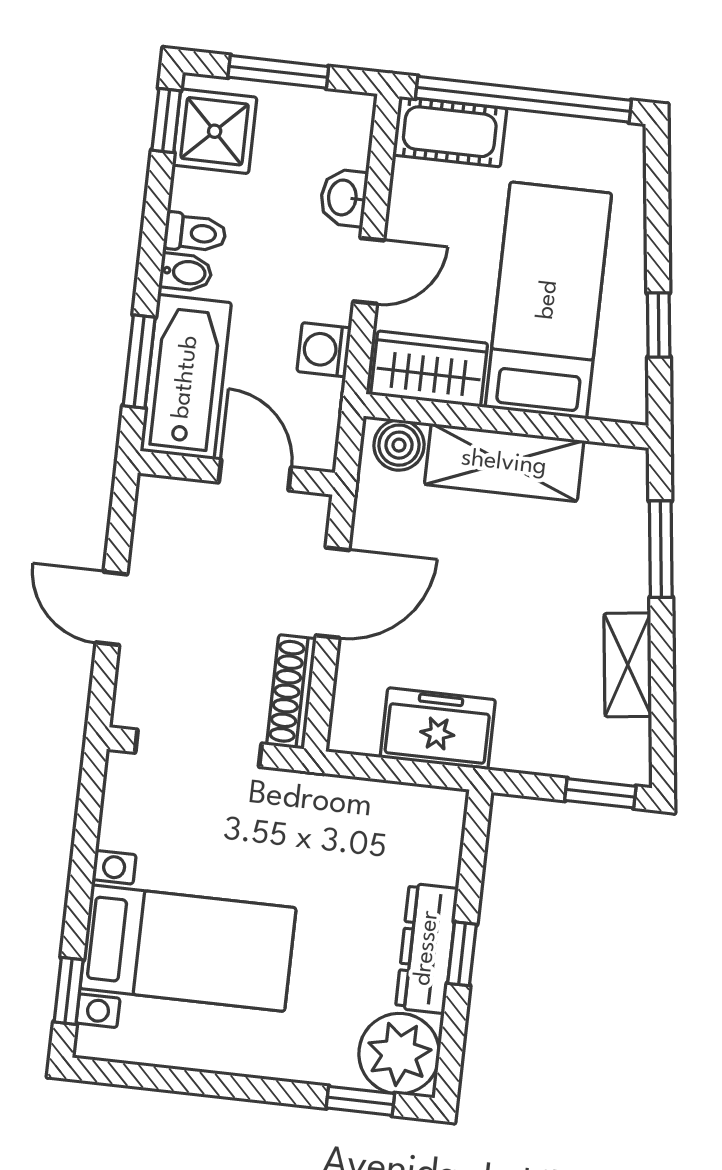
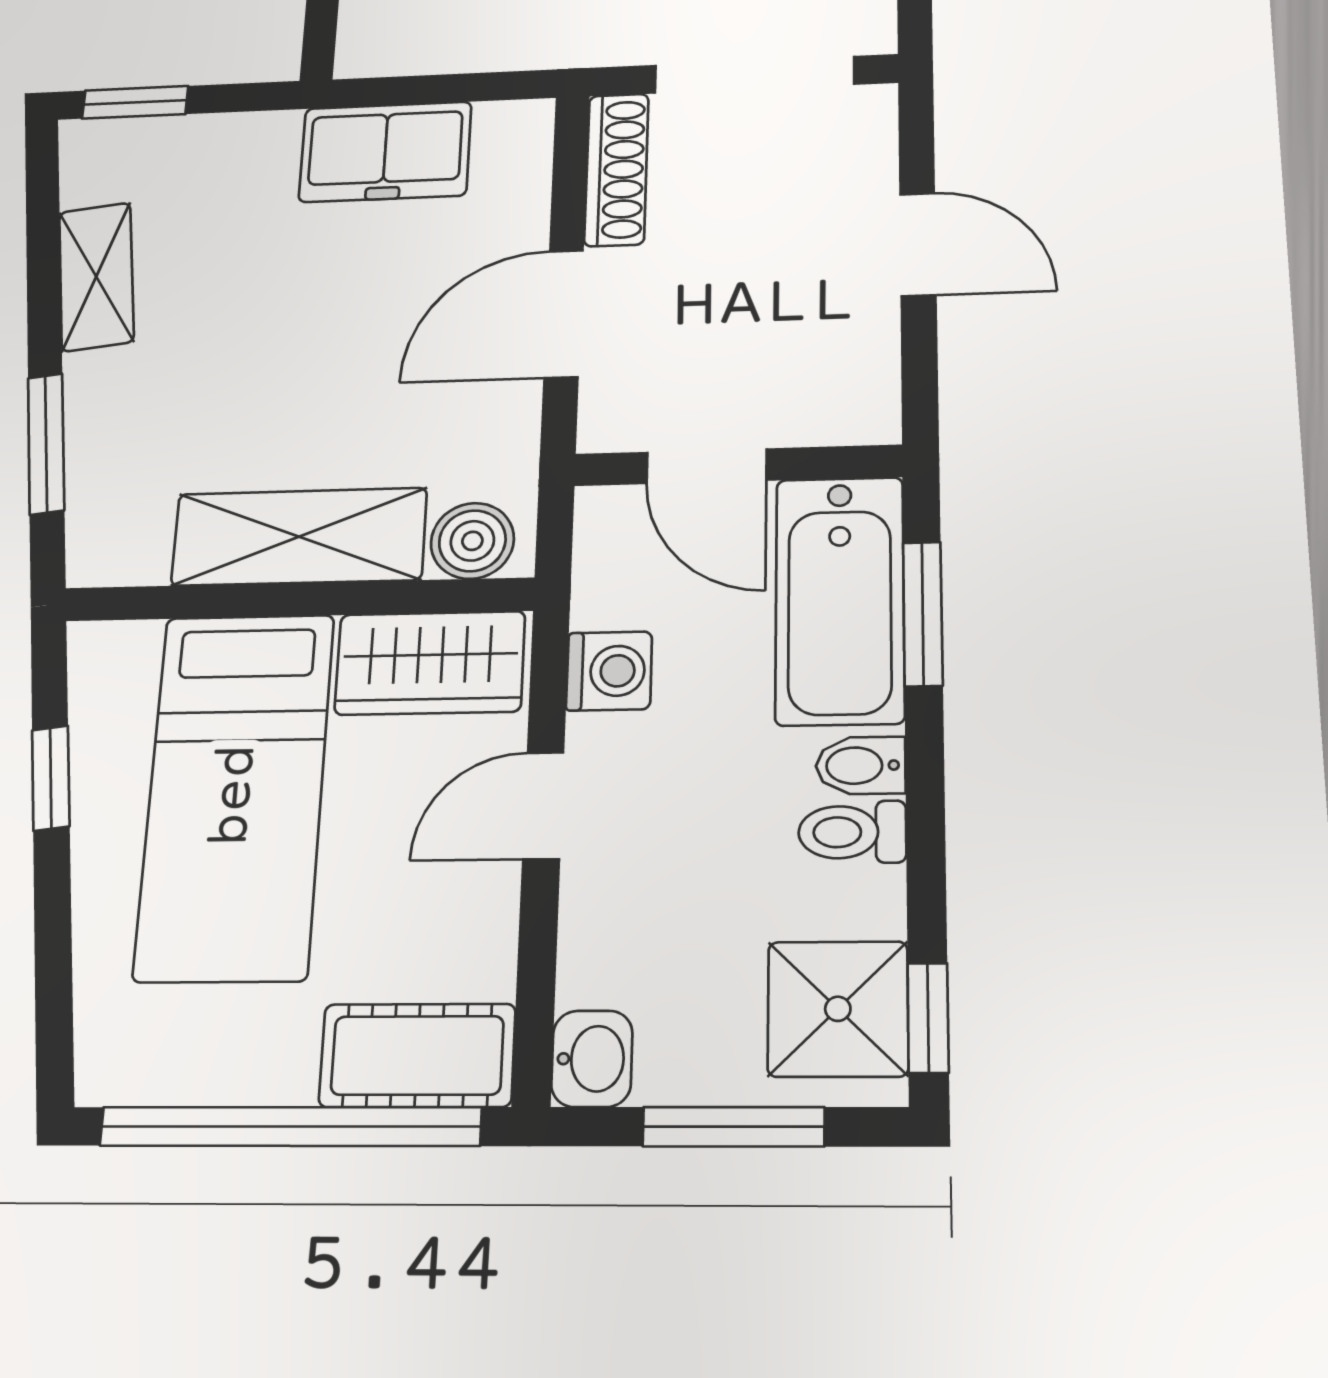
washbasin: (344, 198) -> (592, 1059), moved

